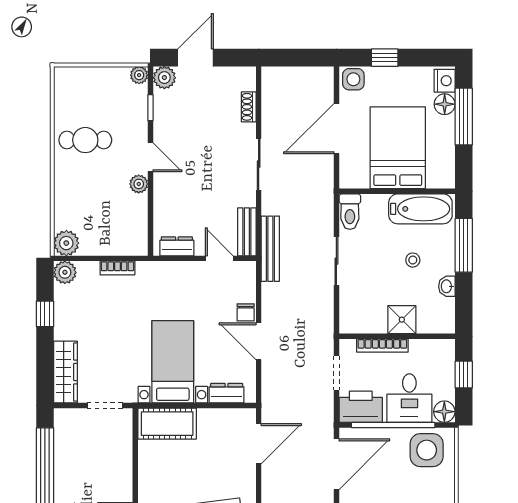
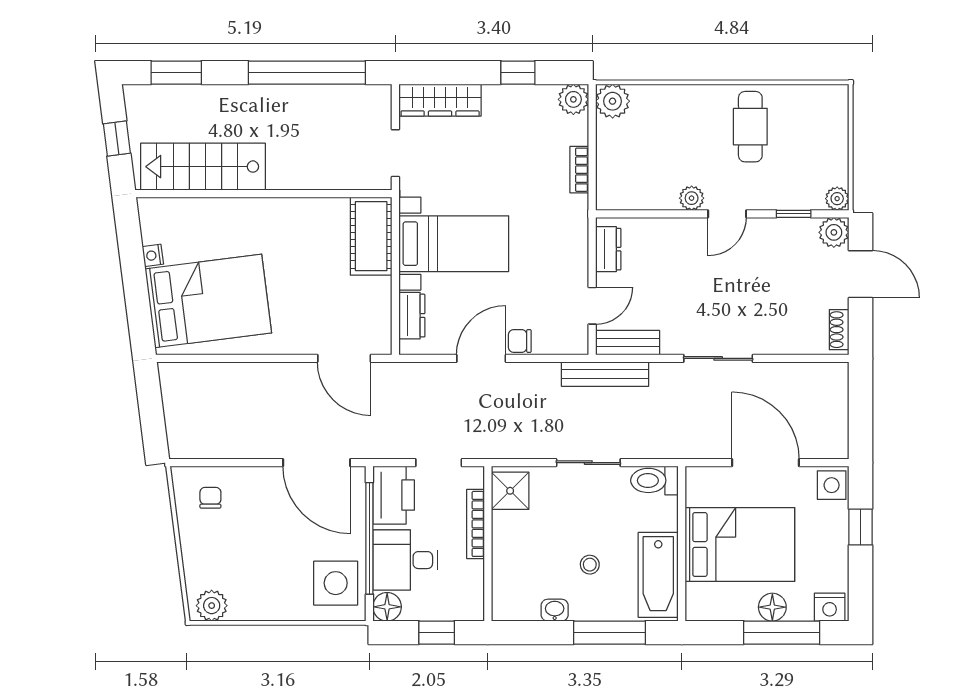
floor lamp: (445, 104) -> (772, 607), moved
shoe rack: (249, 107) -> (839, 330), moved, turned -90
shower: (402, 320) -> (510, 491), moved

